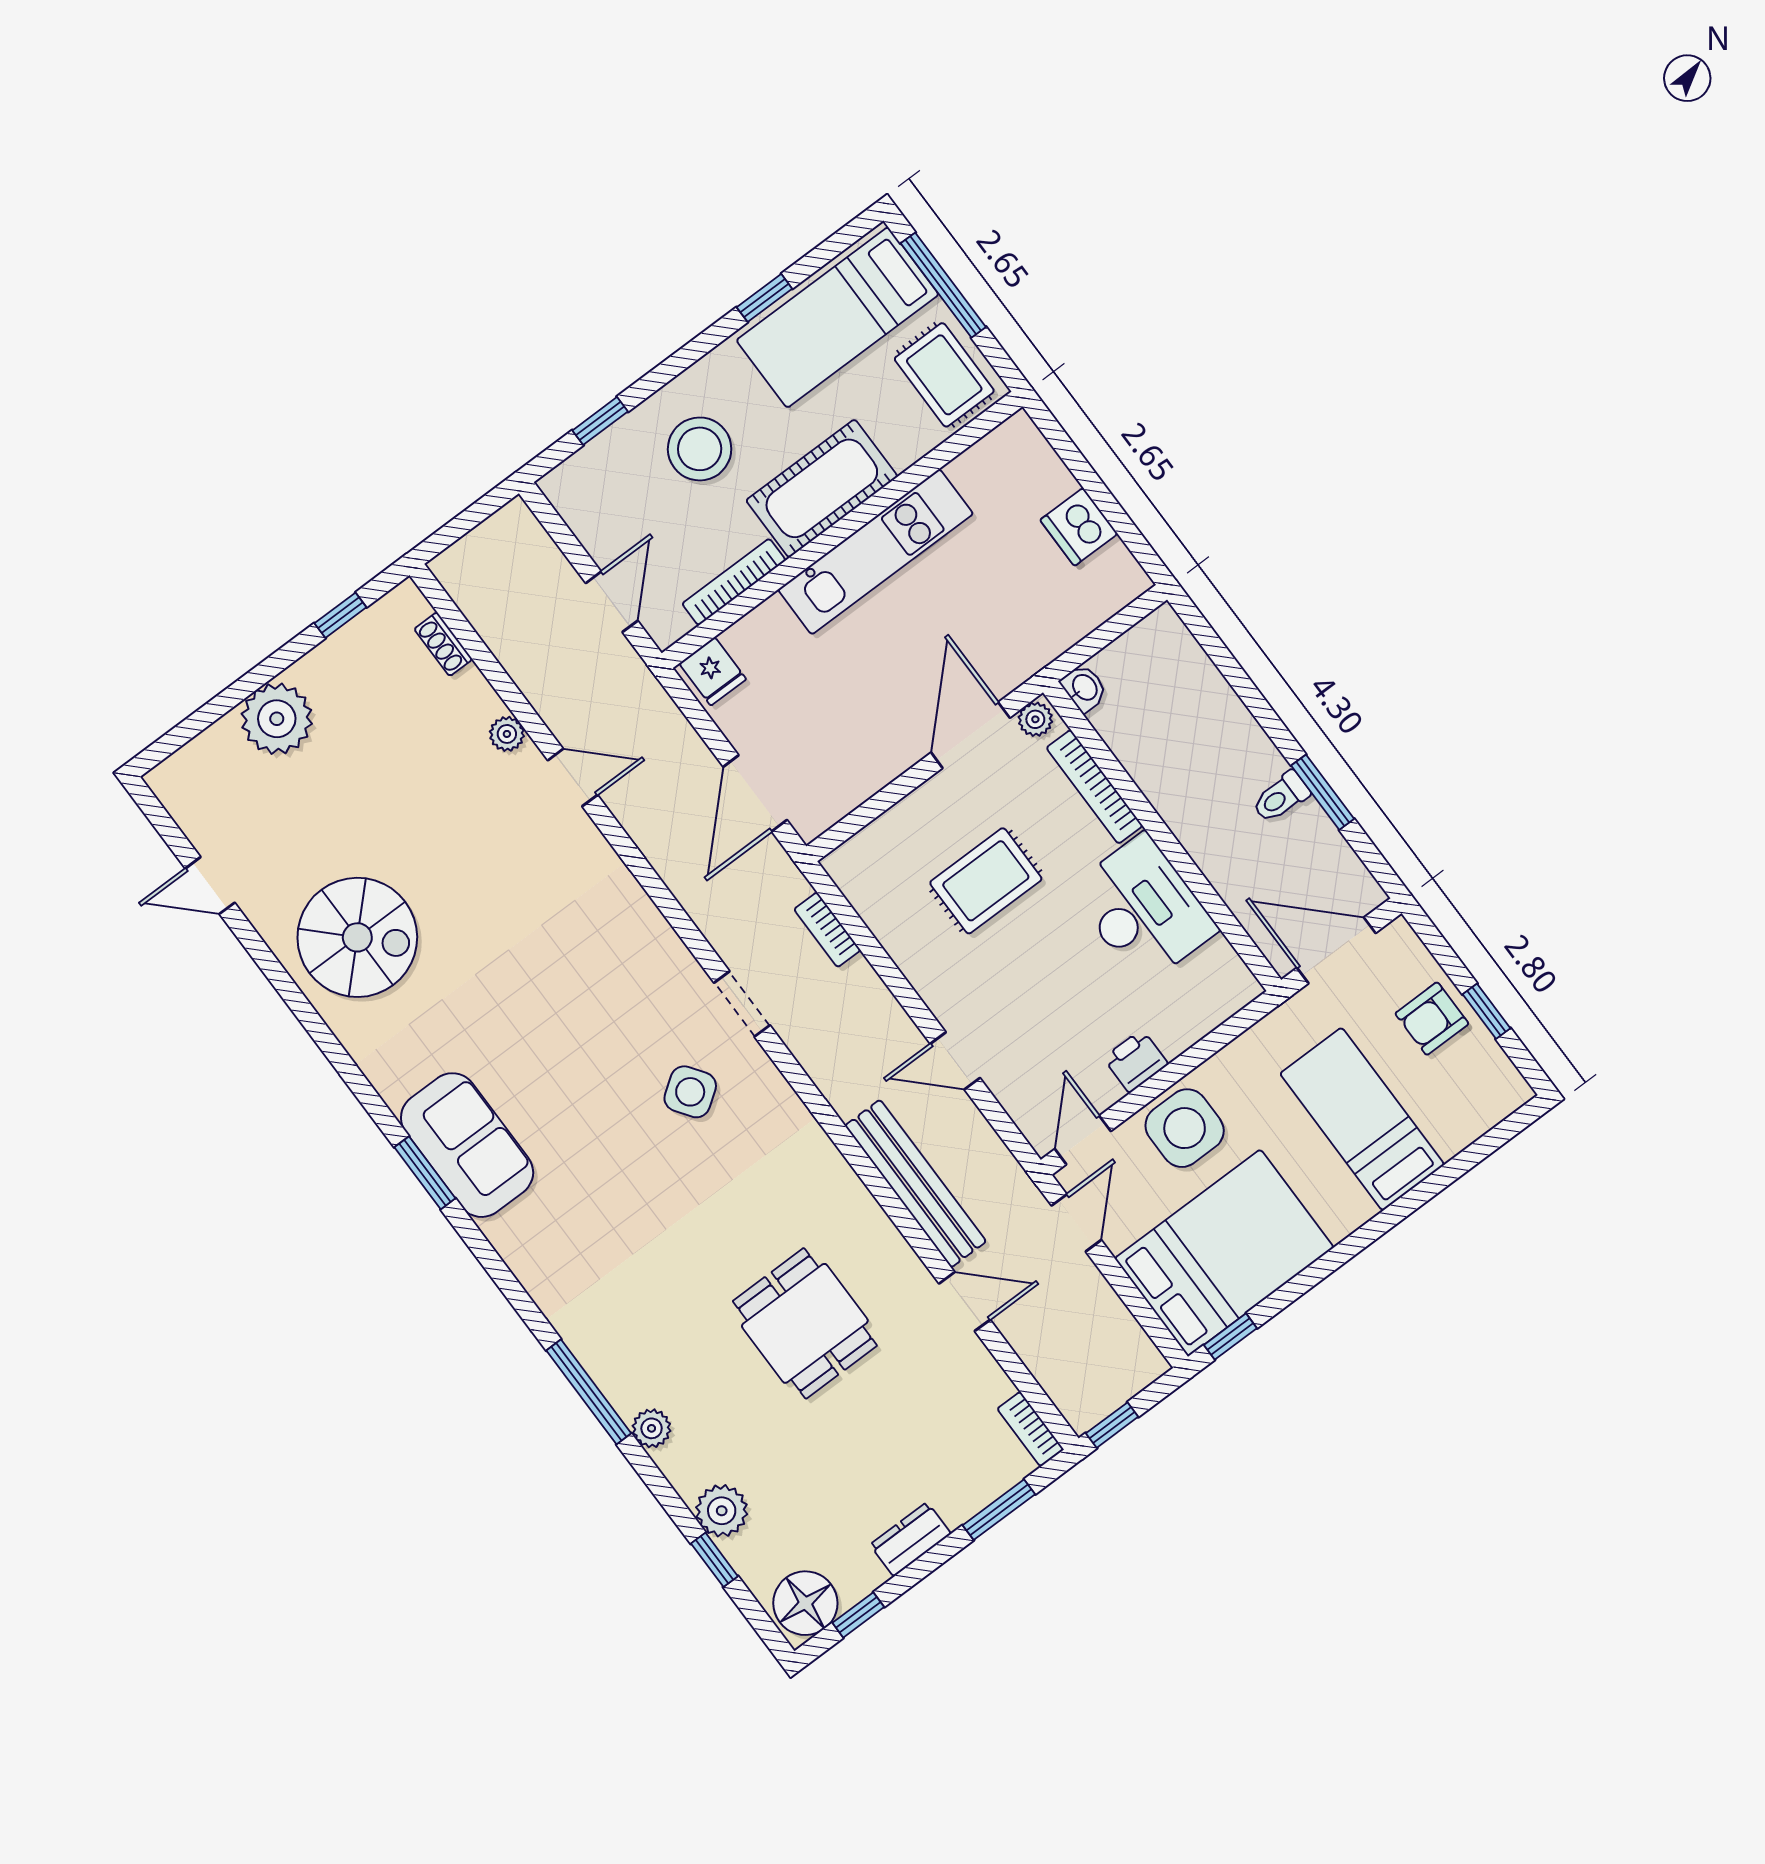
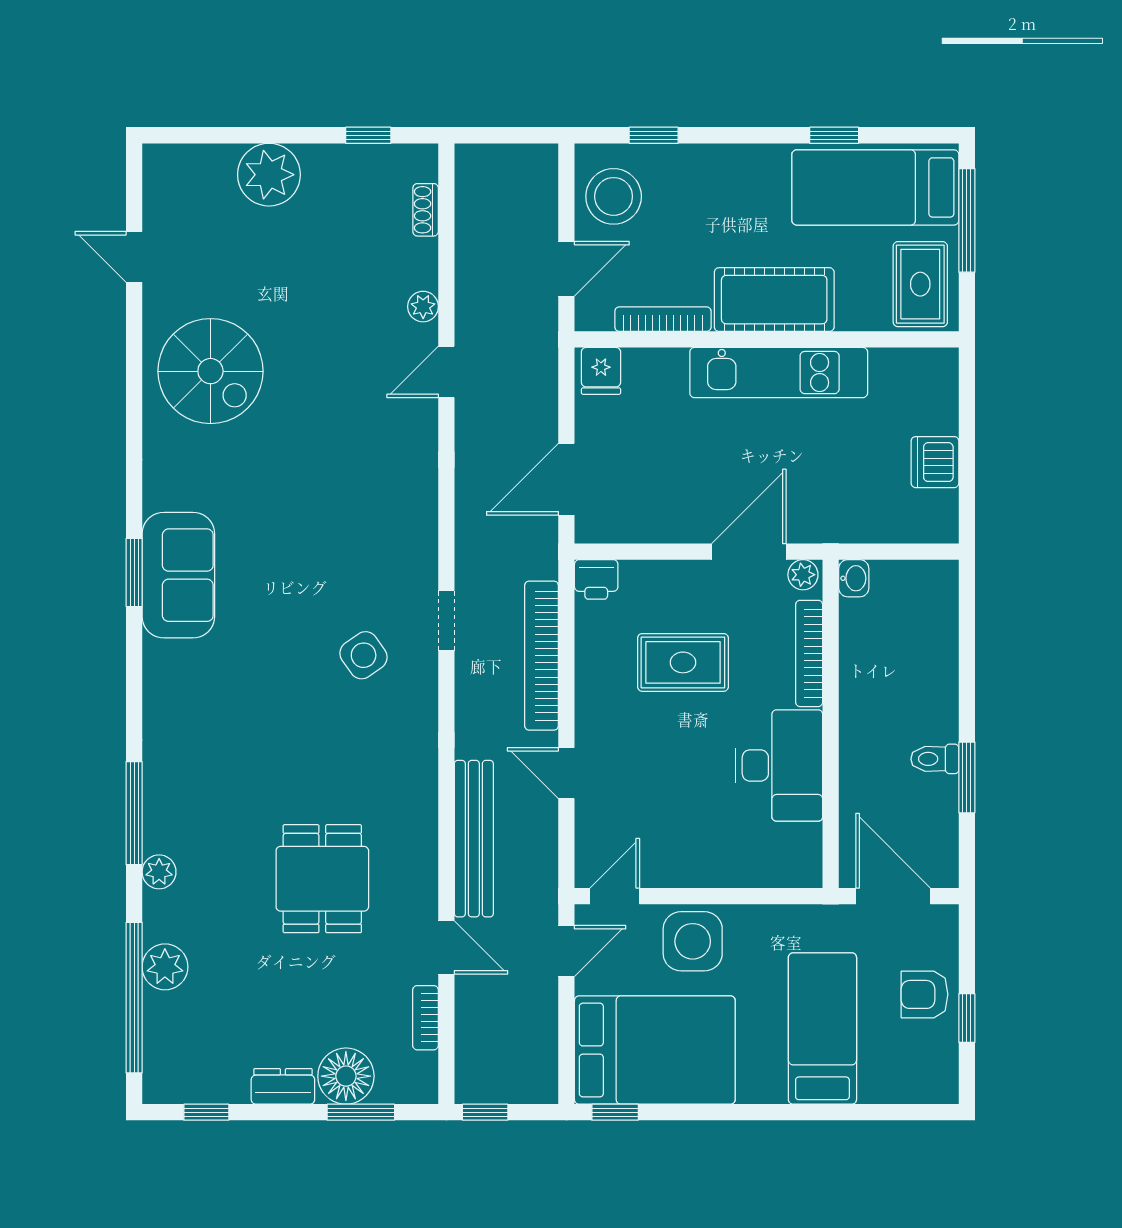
stool: (700, 449) -> (614, 196), moved
door: (573, 778) -> (446, 372), swing flipped
bookcase: (827, 930) -> (542, 656), width x2.31, depth x1.31
printer: (1136, 1061) -> (596, 579), moved, turned 180
bookcase: (1030, 1429) -> (425, 1018), moved
window: (714, 1560) -> (134, 998), width x3.17
floor lamp: (805, 1603) -> (346, 1076), moved

